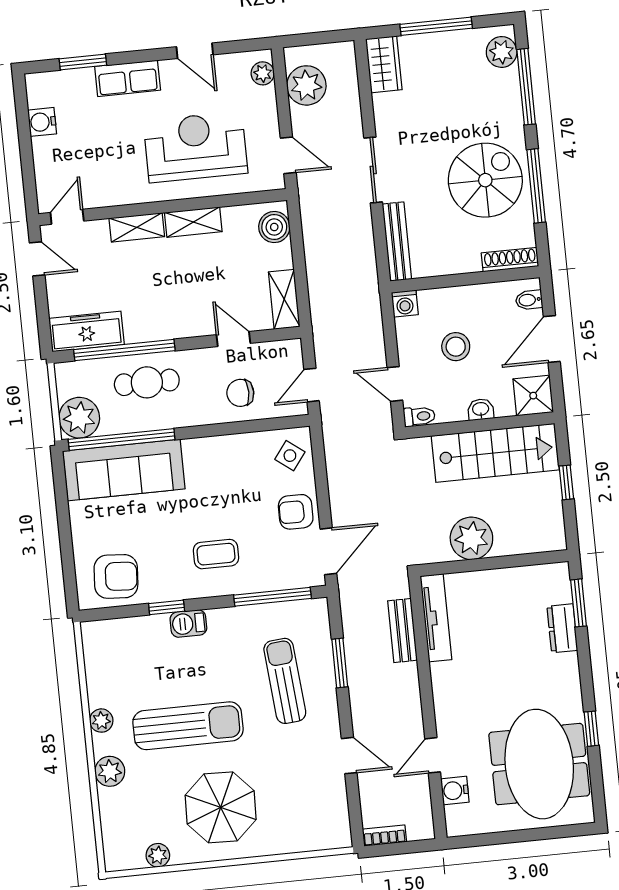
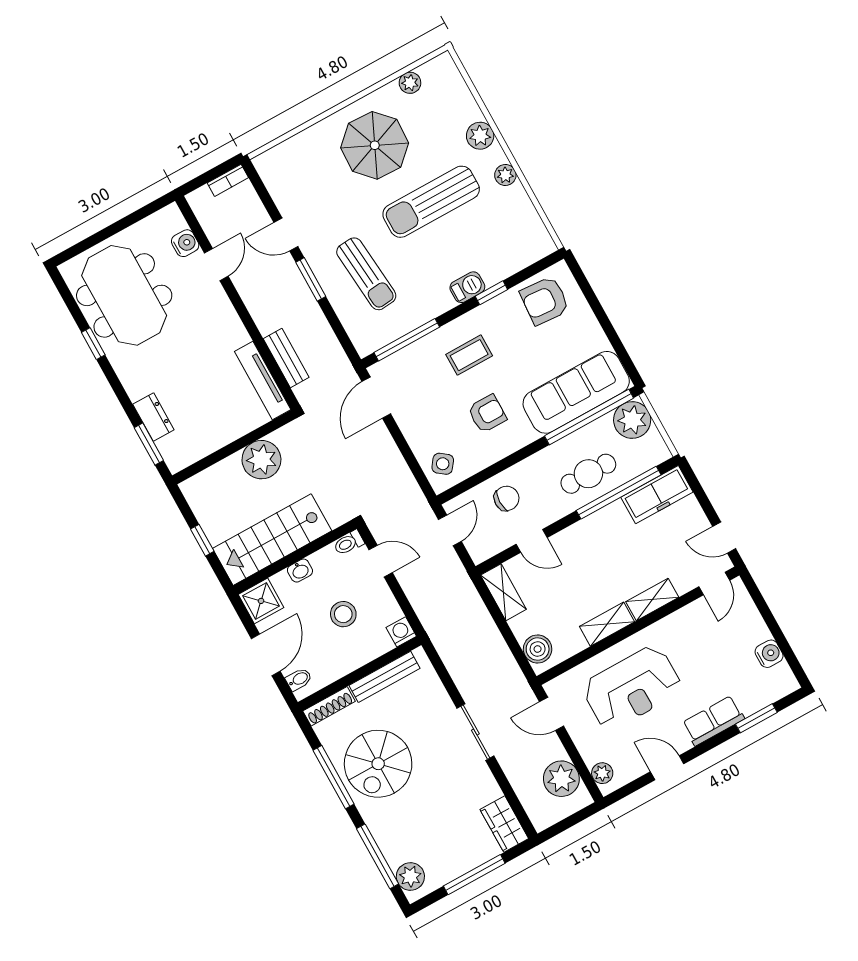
bench: (397, 242) -> (385, 677), moved, turned 90
armchair: (296, 512) -> (487, 414), moved
window: (340, 663) -> (311, 279), moved

